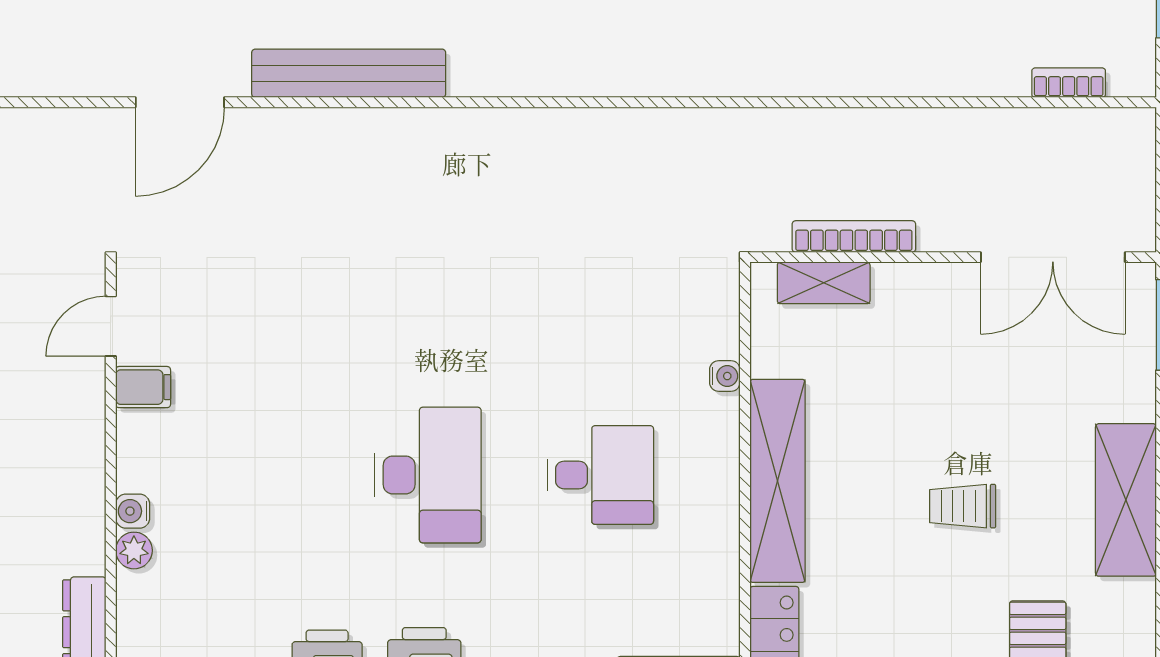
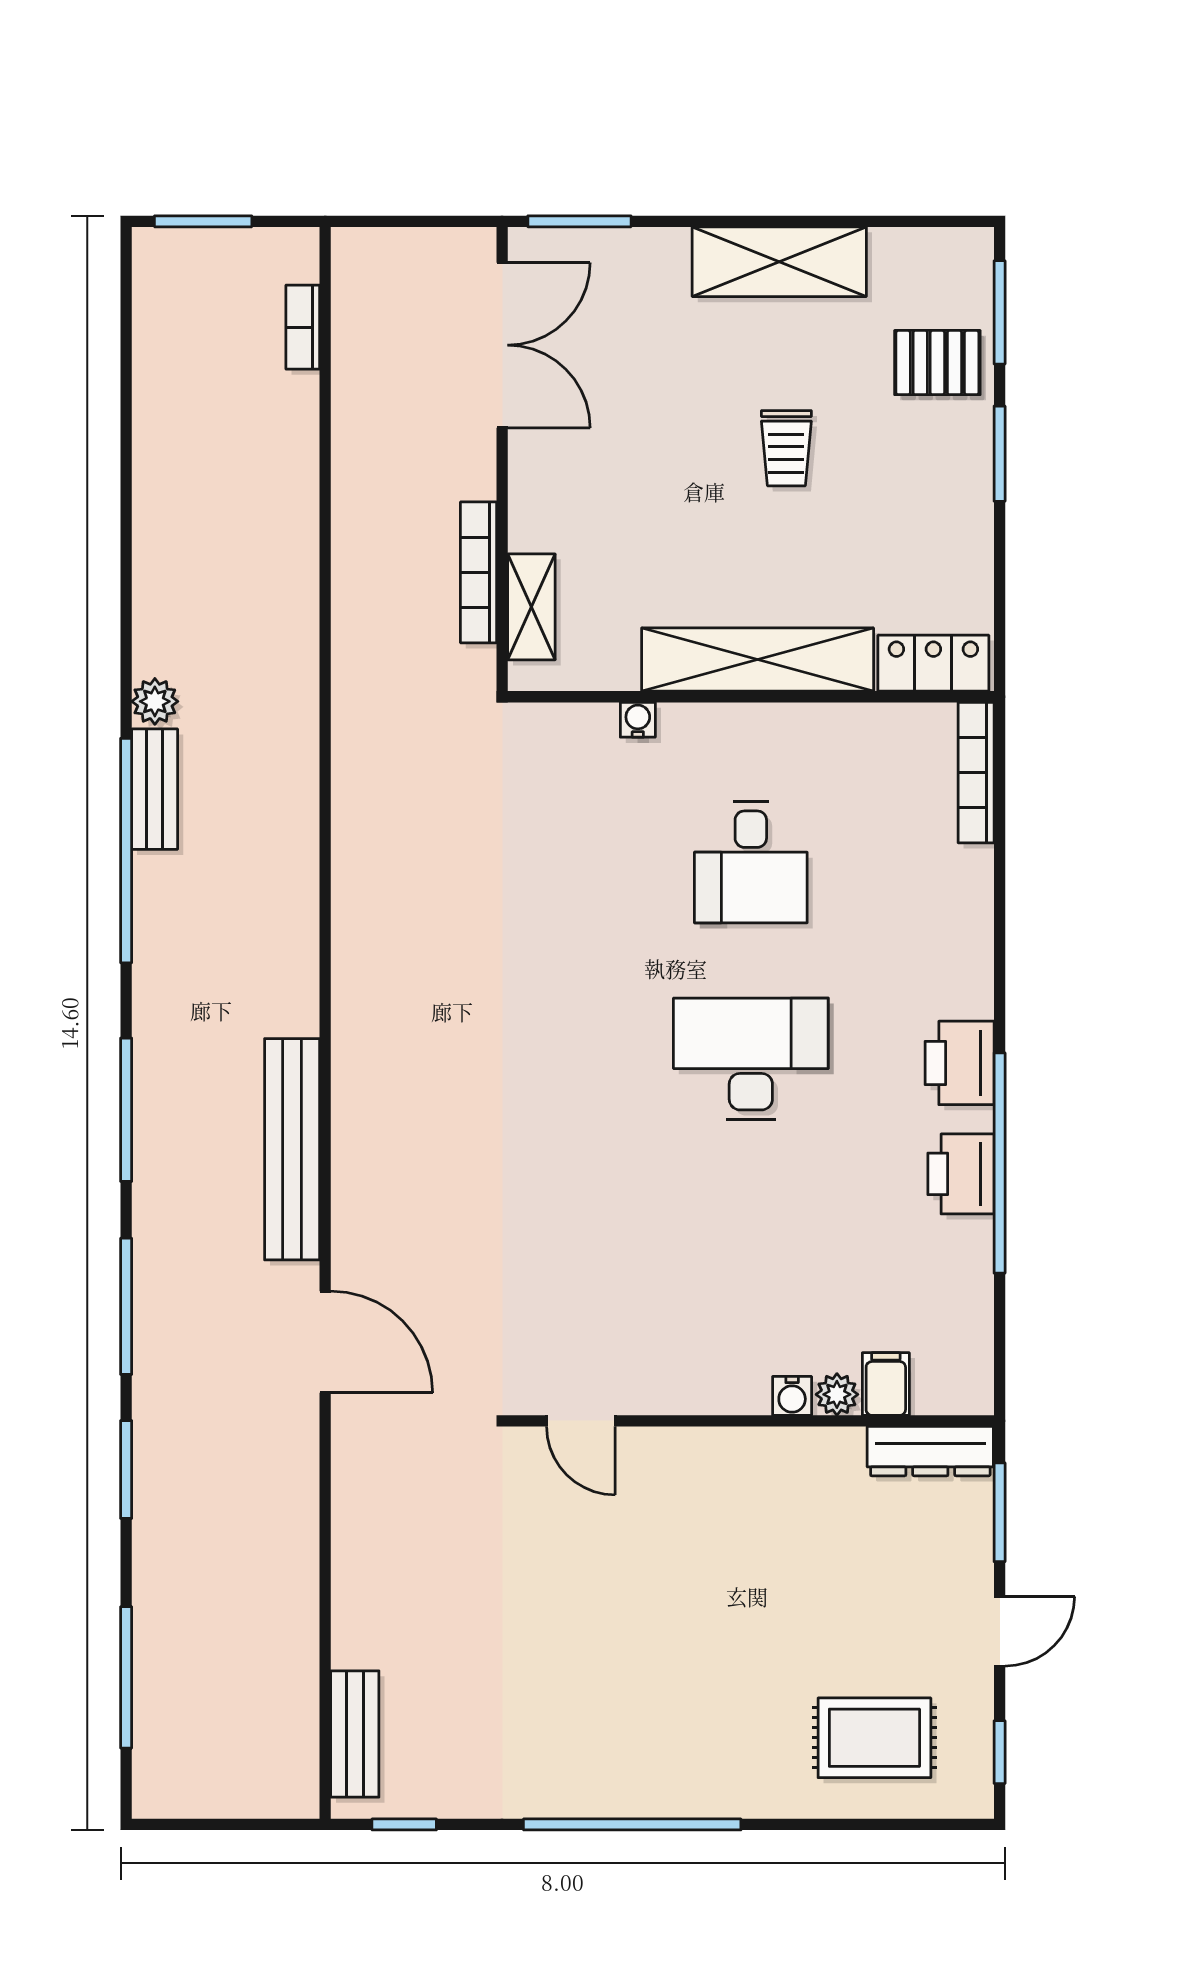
filing cabinet: (143, 387) -> (886, 1384), moved
desk: (600, 475) -> (751, 862), turned 180

